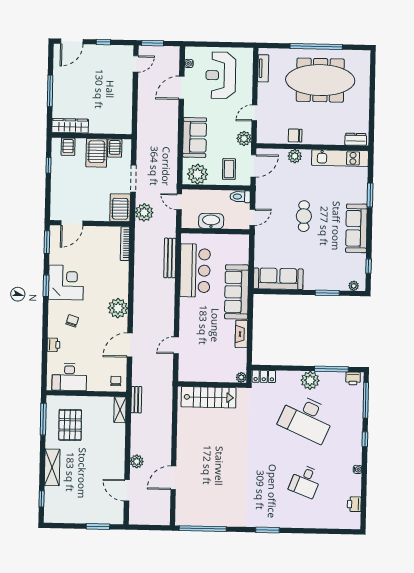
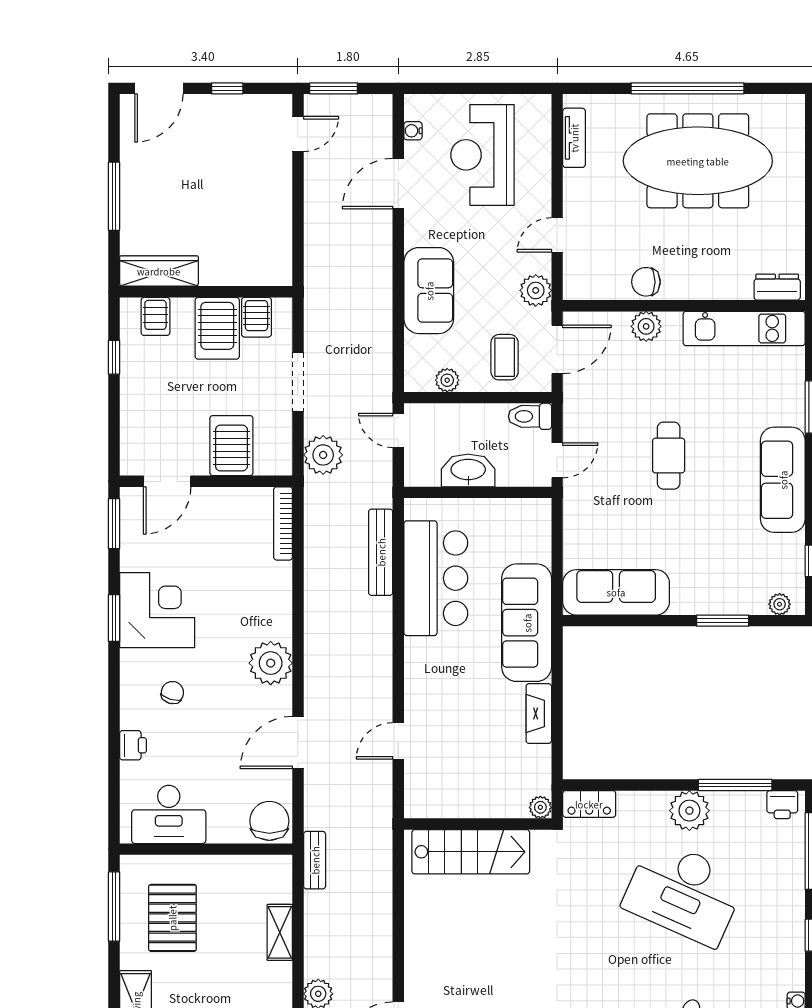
plant: (198, 174) -> (447, 380), width x0.53, depth x0.53
server rack: (120, 208) -> (231, 446), moved
chair: (116, 381) -> (269, 821), width x1.87, depth x1.87
shelving: (120, 410) -> (280, 932), moved

